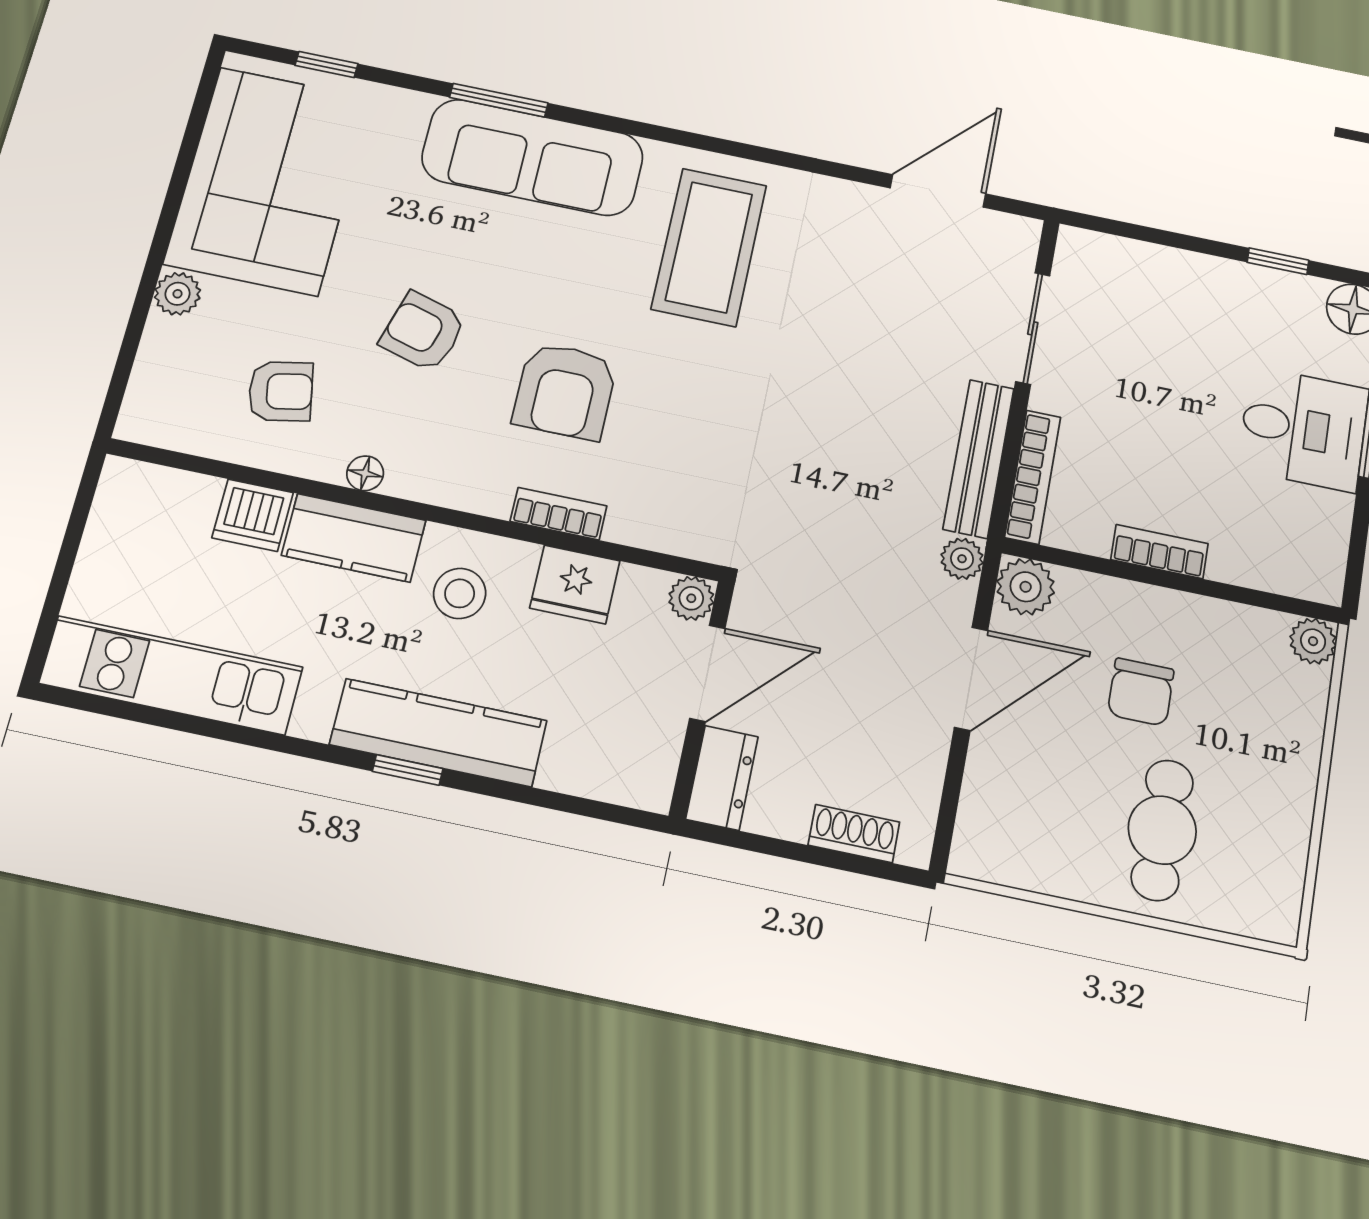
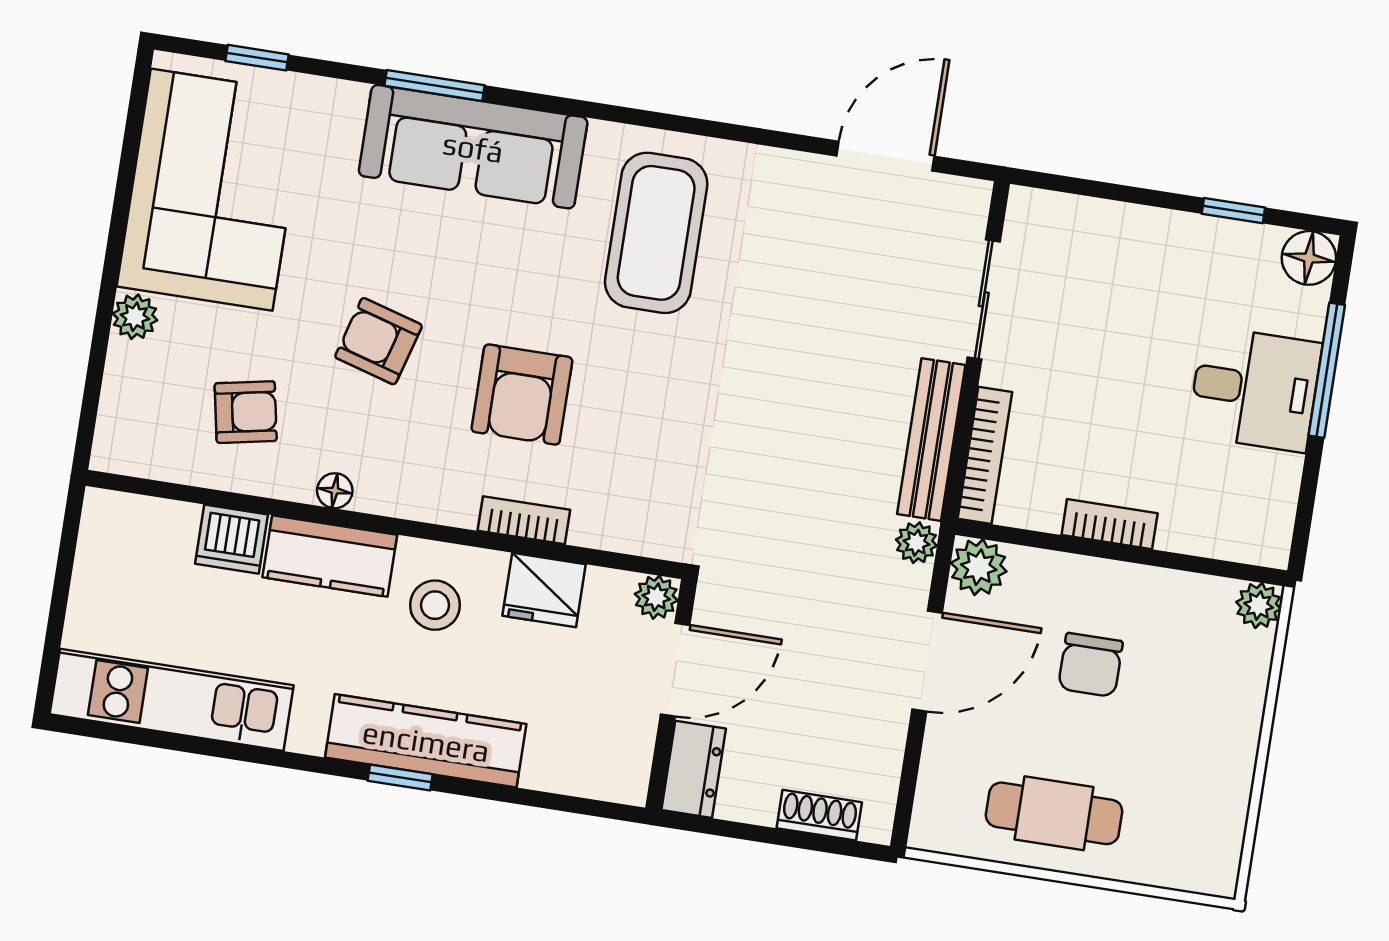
cafe table: (1162, 830) -> (1054, 813), moved, turned 90

